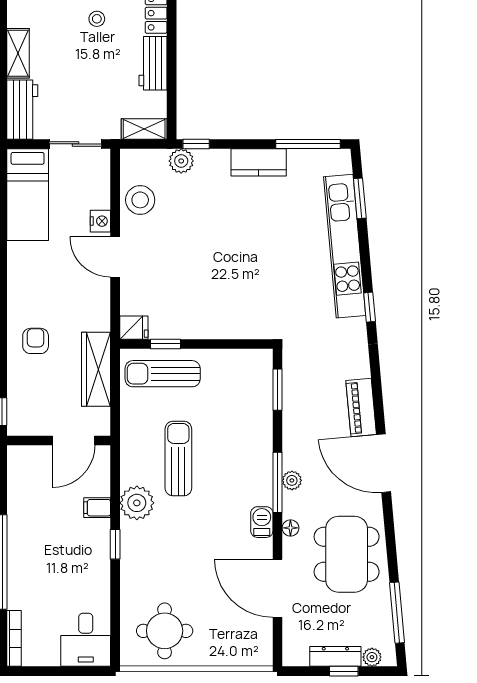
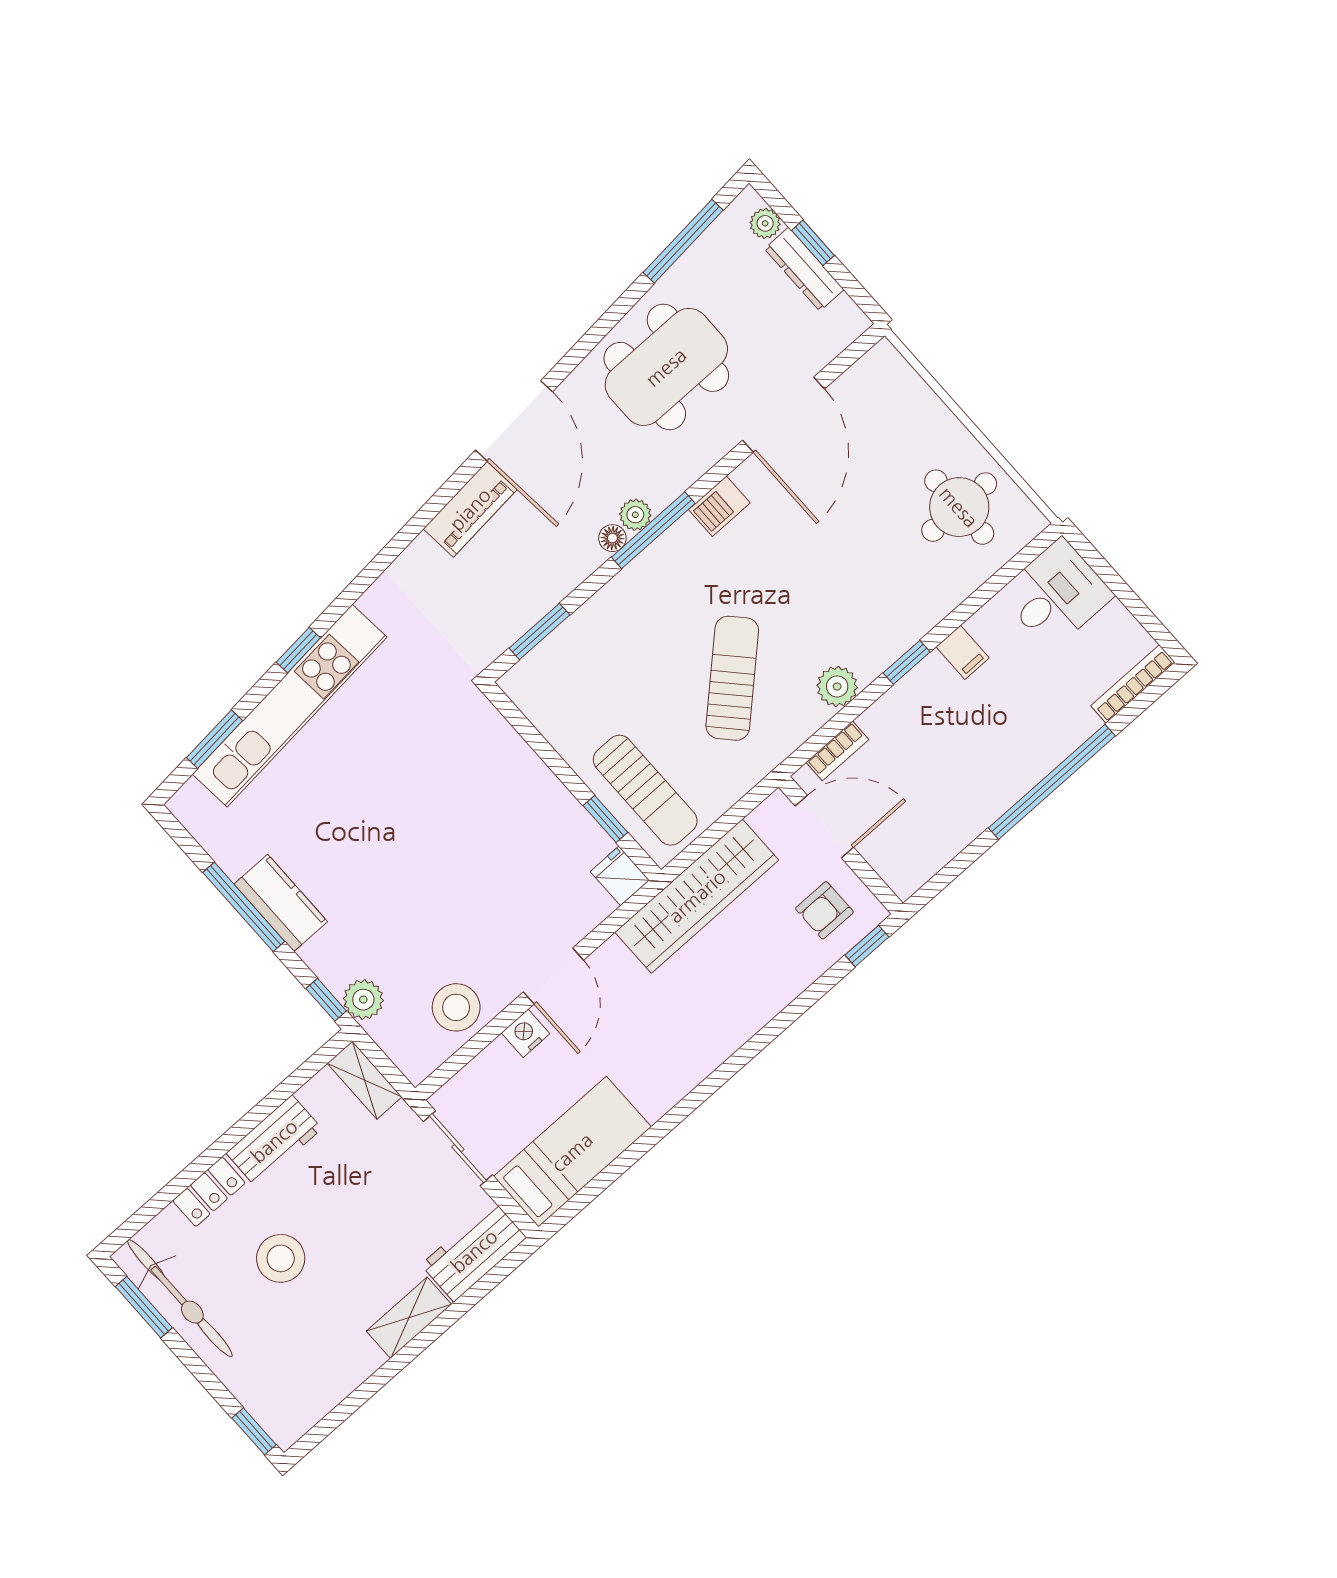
stool: (97, 19) -> (281, 1258), width x1.89, depth x1.89
window: (308, 144) -> (244, 907), moved
window: (370, 307) -> (298, 650), moved
armchair: (36, 341) -> (824, 910), moved
wardrobe: (96, 369) -> (697, 896), width x1.40, depth x1.17
sun lounger: (178, 459) -> (732, 678), turned 137
bookcase: (103, 477) -> (837, 751), added
plant: (137, 503) -> (837, 686), width x0.73, depth x0.73
filing cabinet: (97, 508) -> (963, 652), moved
floor lamp: (290, 528) -> (612, 538), moved

